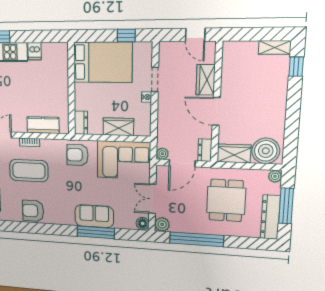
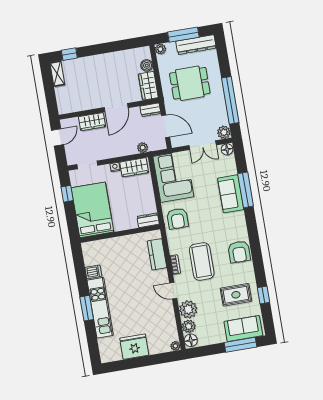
doorway: (155, 79) -> (87, 165), moved
wardrobe: (118, 127) -> (134, 167), moved, turned -90
boiler: (266, 151) -> (147, 65), width x0.54, depth x0.54
plant: (162, 154) -> (143, 148), moved

